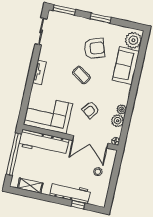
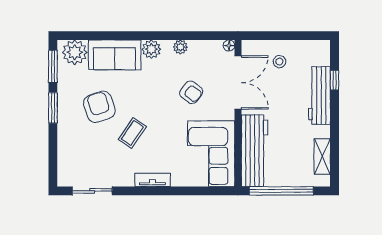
window: (64, 10) -> (53, 66), moved
coffee table: (81, 75) -> (132, 133), moved
plant: (118, 121) -> (151, 49), moved

